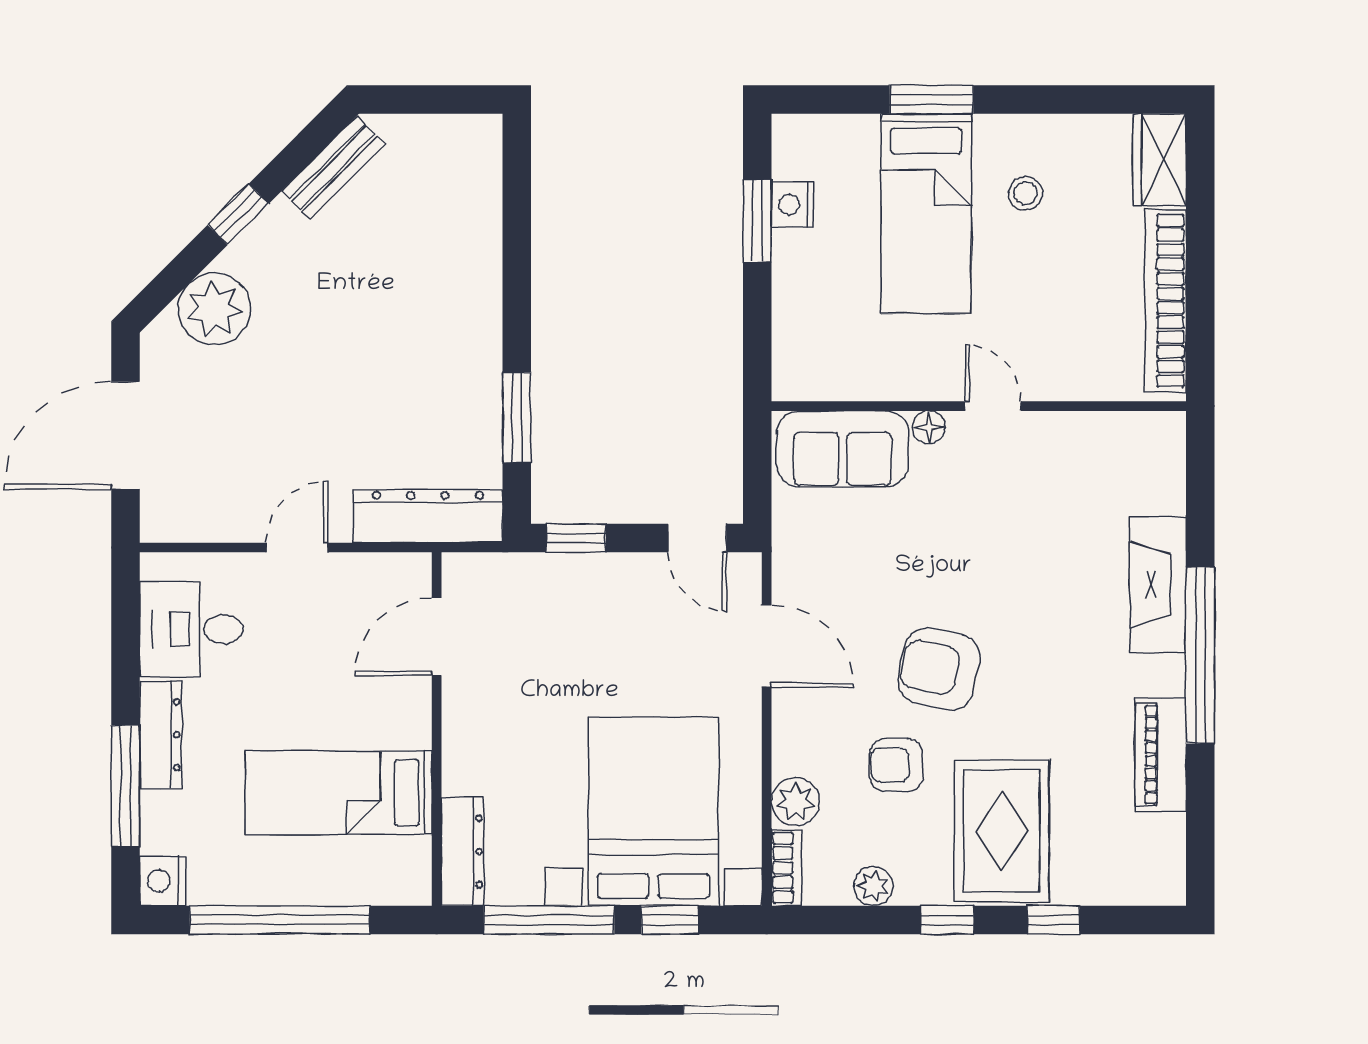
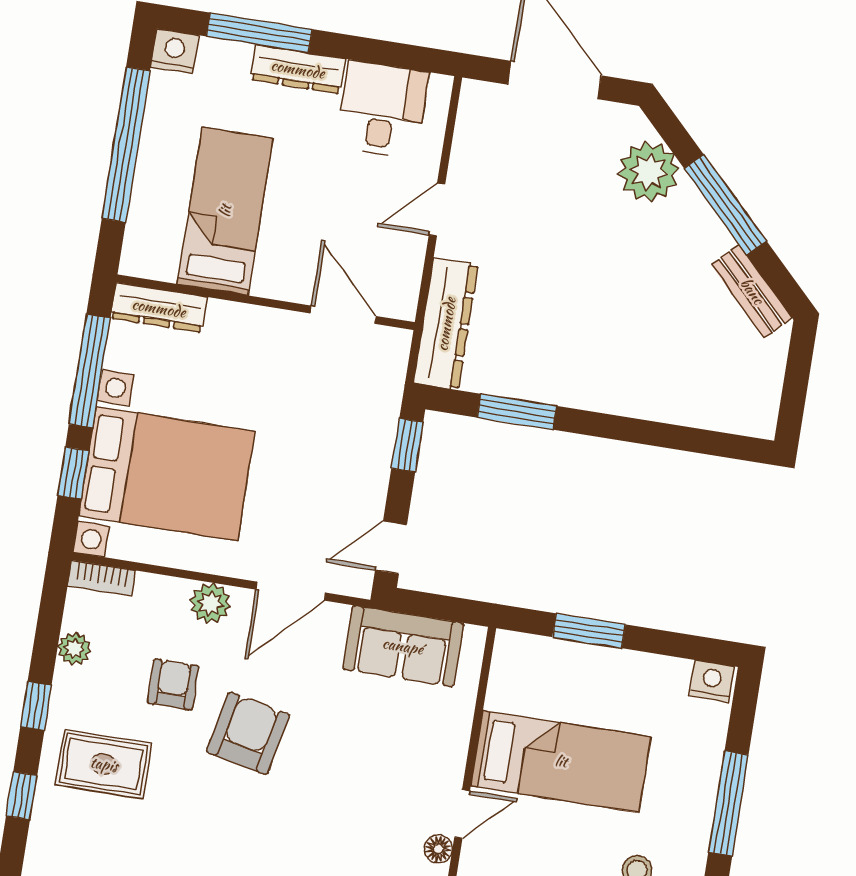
window: (932, 100) -> (728, 804), width x1.44
nightstand: (793, 205) -> (712, 681), moved
window: (238, 214) -> (725, 205), width x2.17
bed: (926, 214) -> (561, 761), moved, turned 180
window: (757, 221) -> (589, 631), moved
floor lamp: (929, 427) -> (438, 849), moved
sofa: (843, 449) -> (403, 646), moved, turned -90
door: (297, 547) -> (437, 209), swing flipped
plant: (796, 802) -> (210, 603), moved
rug: (1002, 831) -> (104, 764), width x0.73, depth x0.70

